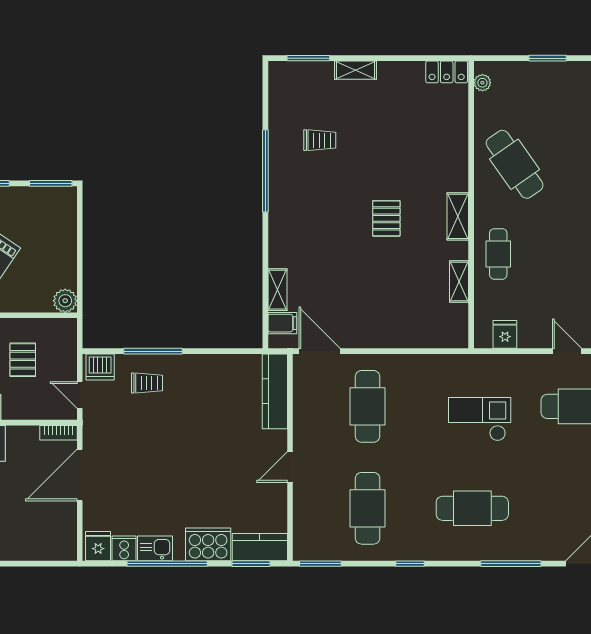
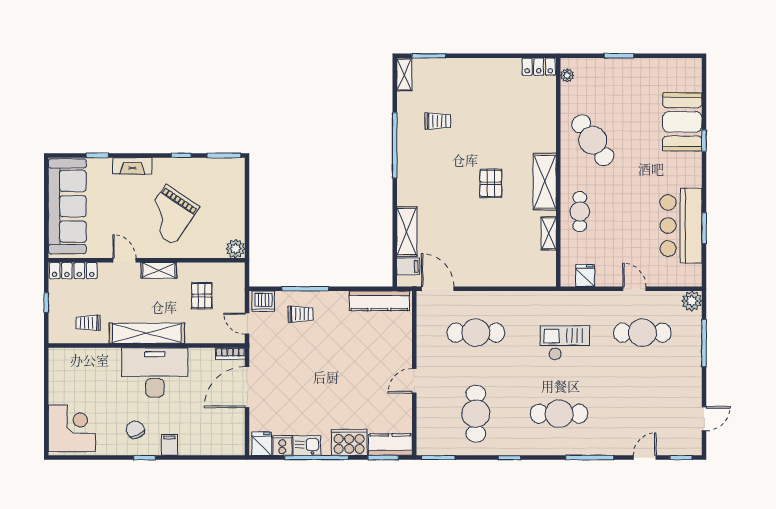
shelving: (356, 70) -> (404, 75), moved, turned 90
shelving: (458, 216) -> (545, 182), width x1.50, depth x1.33
shelving: (277, 290) -> (407, 232), width x1.50, depth x1.33
kitchen counter: (275, 391) -> (379, 301), moved, turned -90
cafe table: (368, 406) -> (476, 333), turned 90

